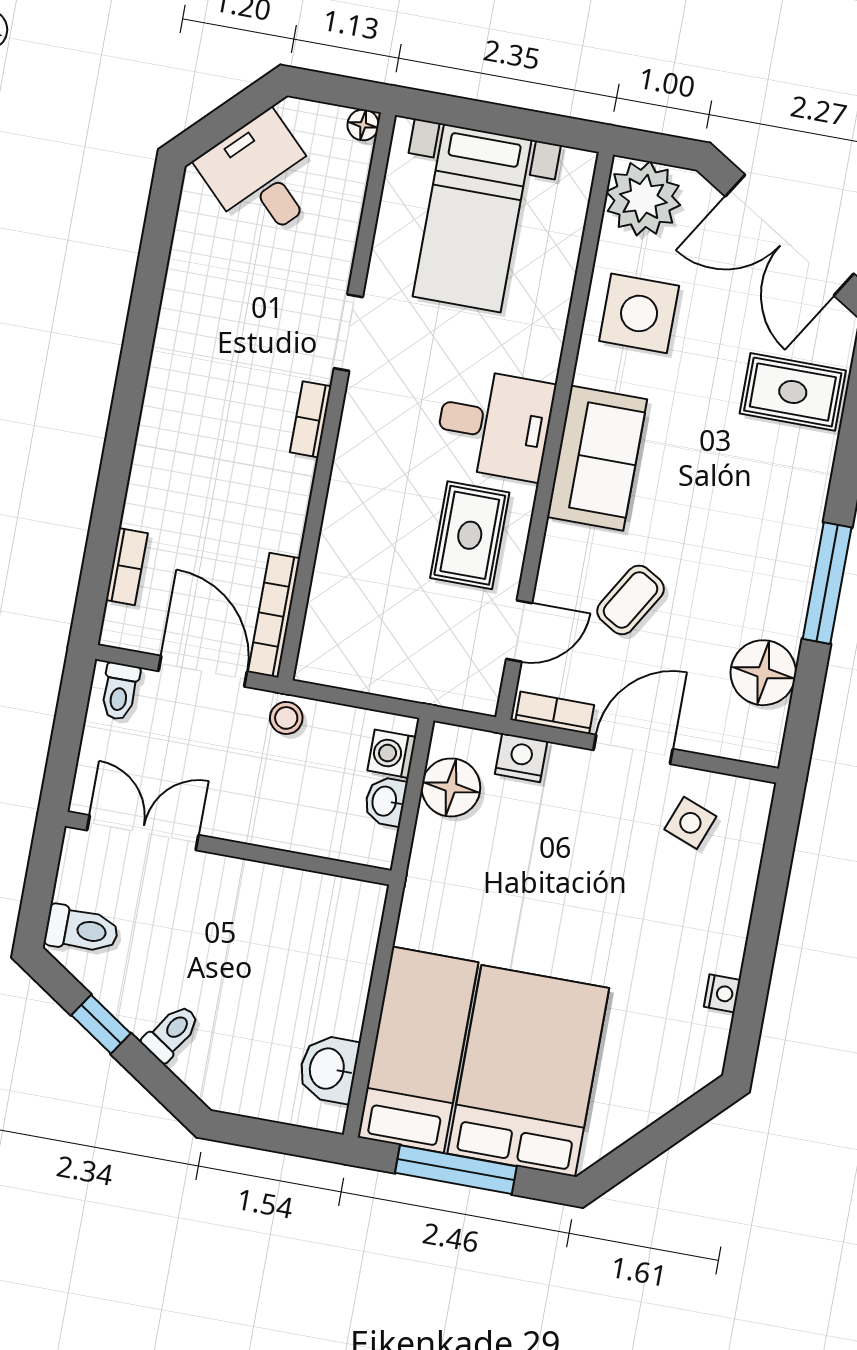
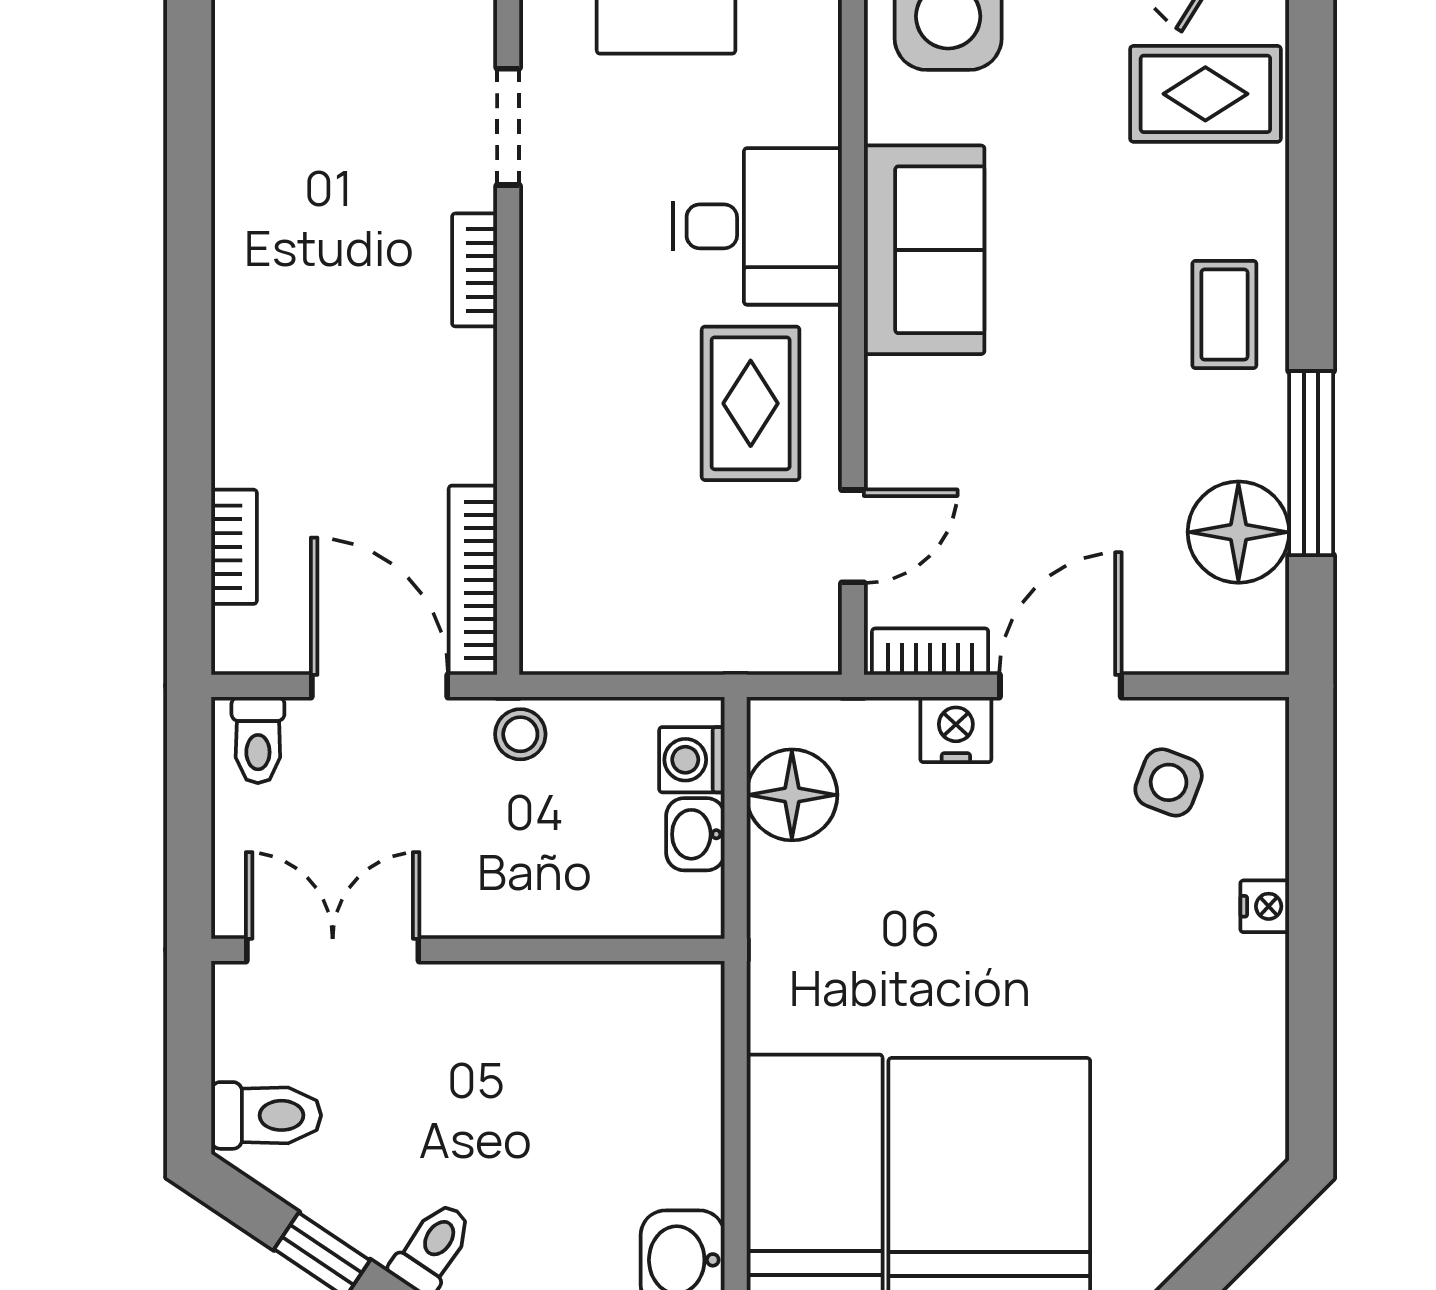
window: (827, 583) -> (1311, 463), moved
coffee table: (631, 600) -> (1224, 315), moved, turned -31
nightstand: (521, 758) -> (956, 730), moved
nightstand: (722, 993) -> (1265, 906), moved

